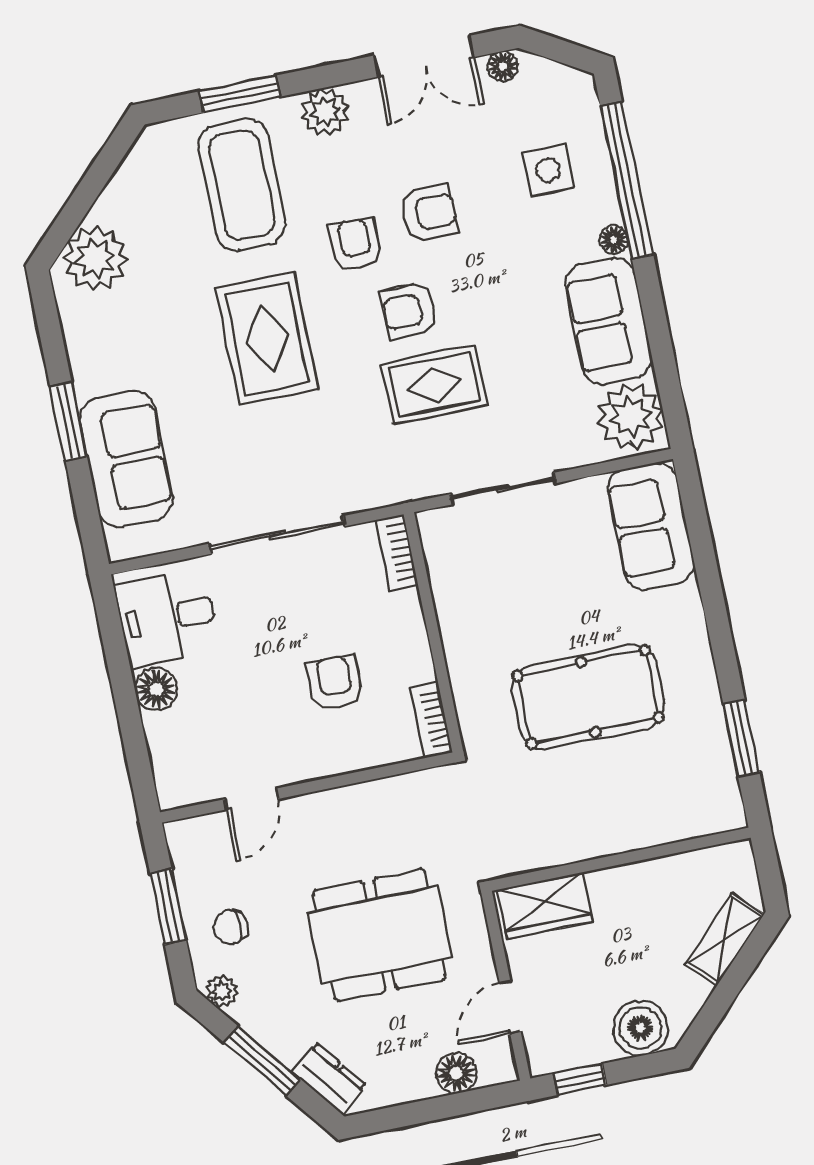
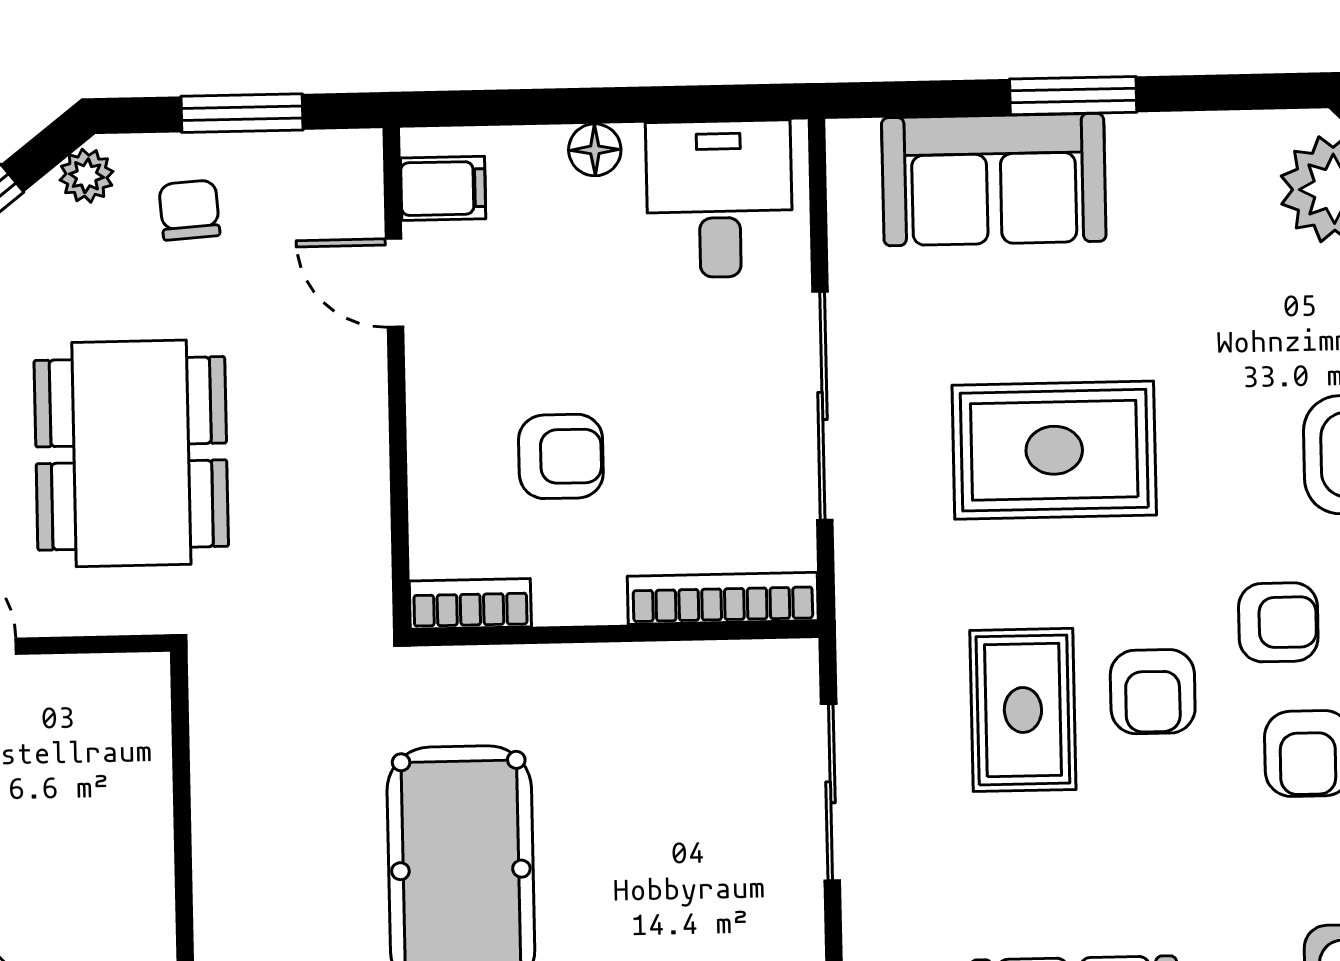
armchair: (409, 311) -> (1153, 692), turned 180
rug: (267, 339) -> (1054, 450), moved
bookcase: (397, 553) -> (723, 598), width x1.56
floor lamp: (156, 689) -> (595, 150), width x0.73, depth x0.73
filing cabinet: (191, 781) -> (443, 188), added
wardrobe: (545, 906) -> (130, 735), removed

